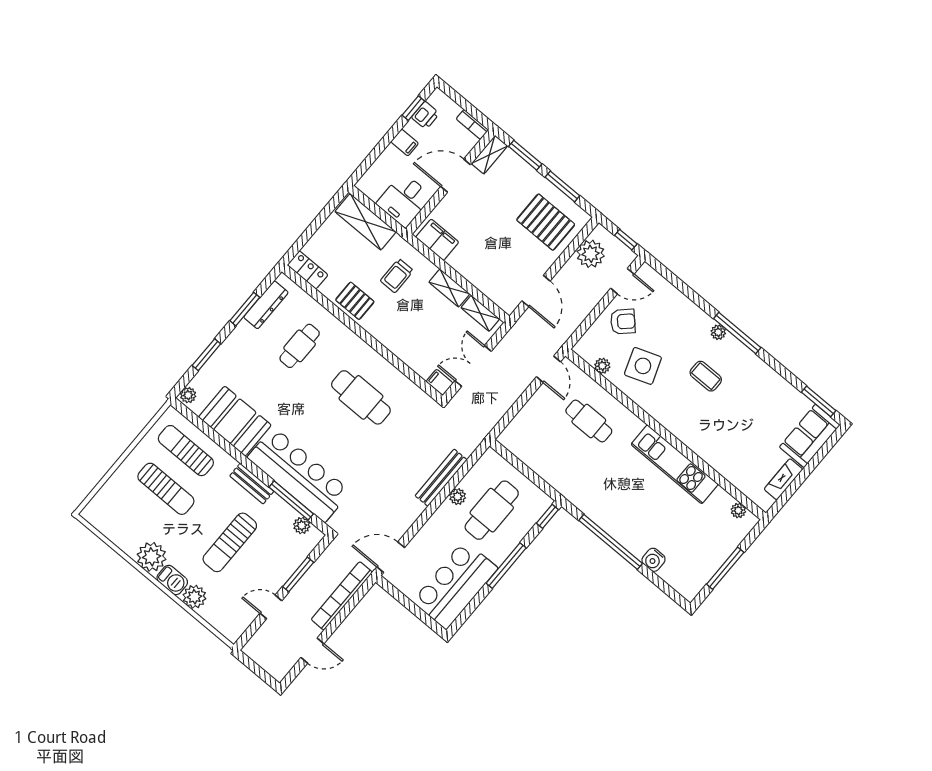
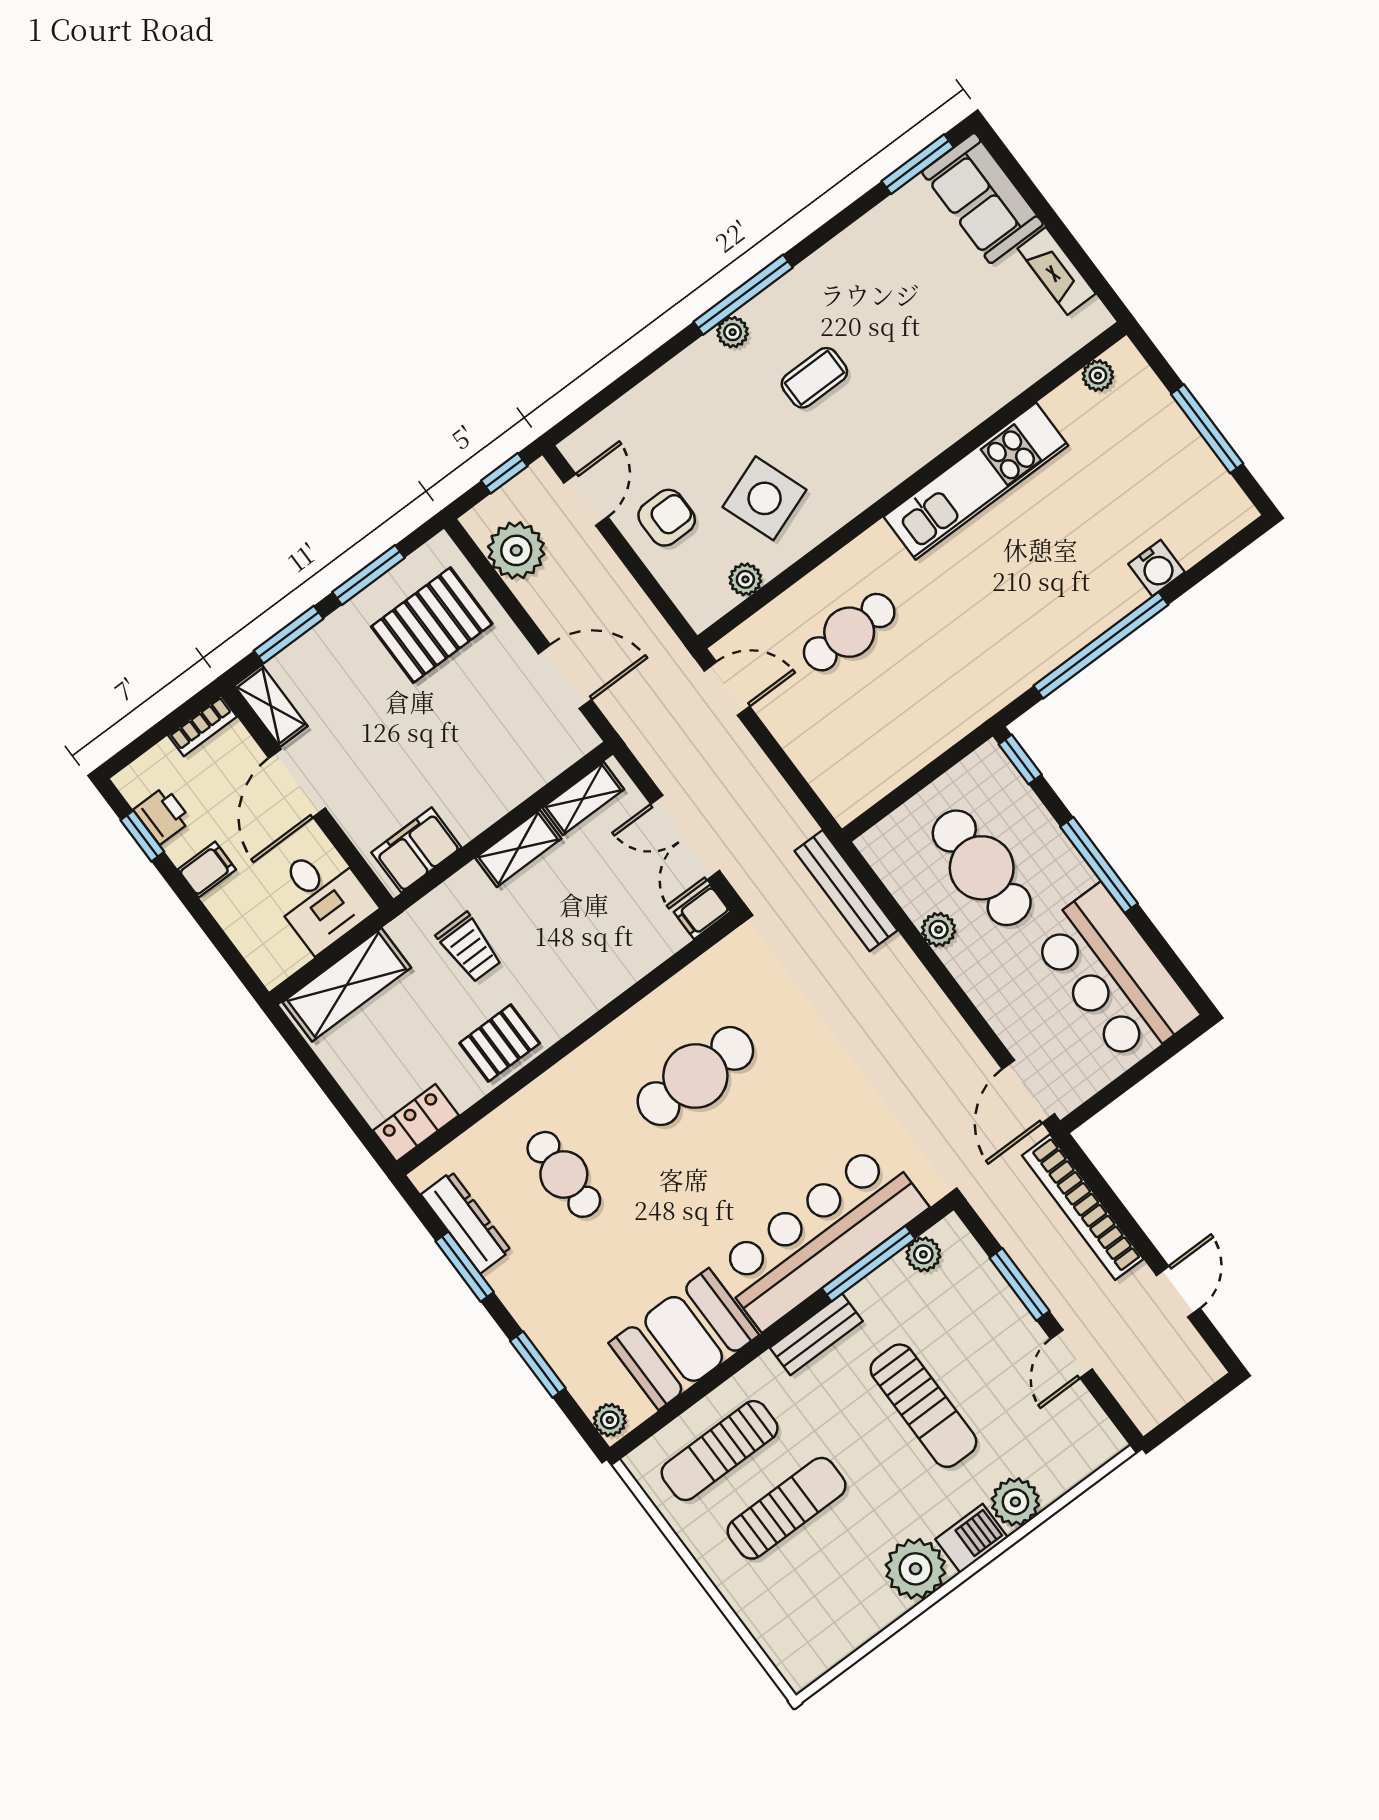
armchair: (623, 322) -> (667, 518), turned 44
bench: (441, 478) -> (846, 891), moved

